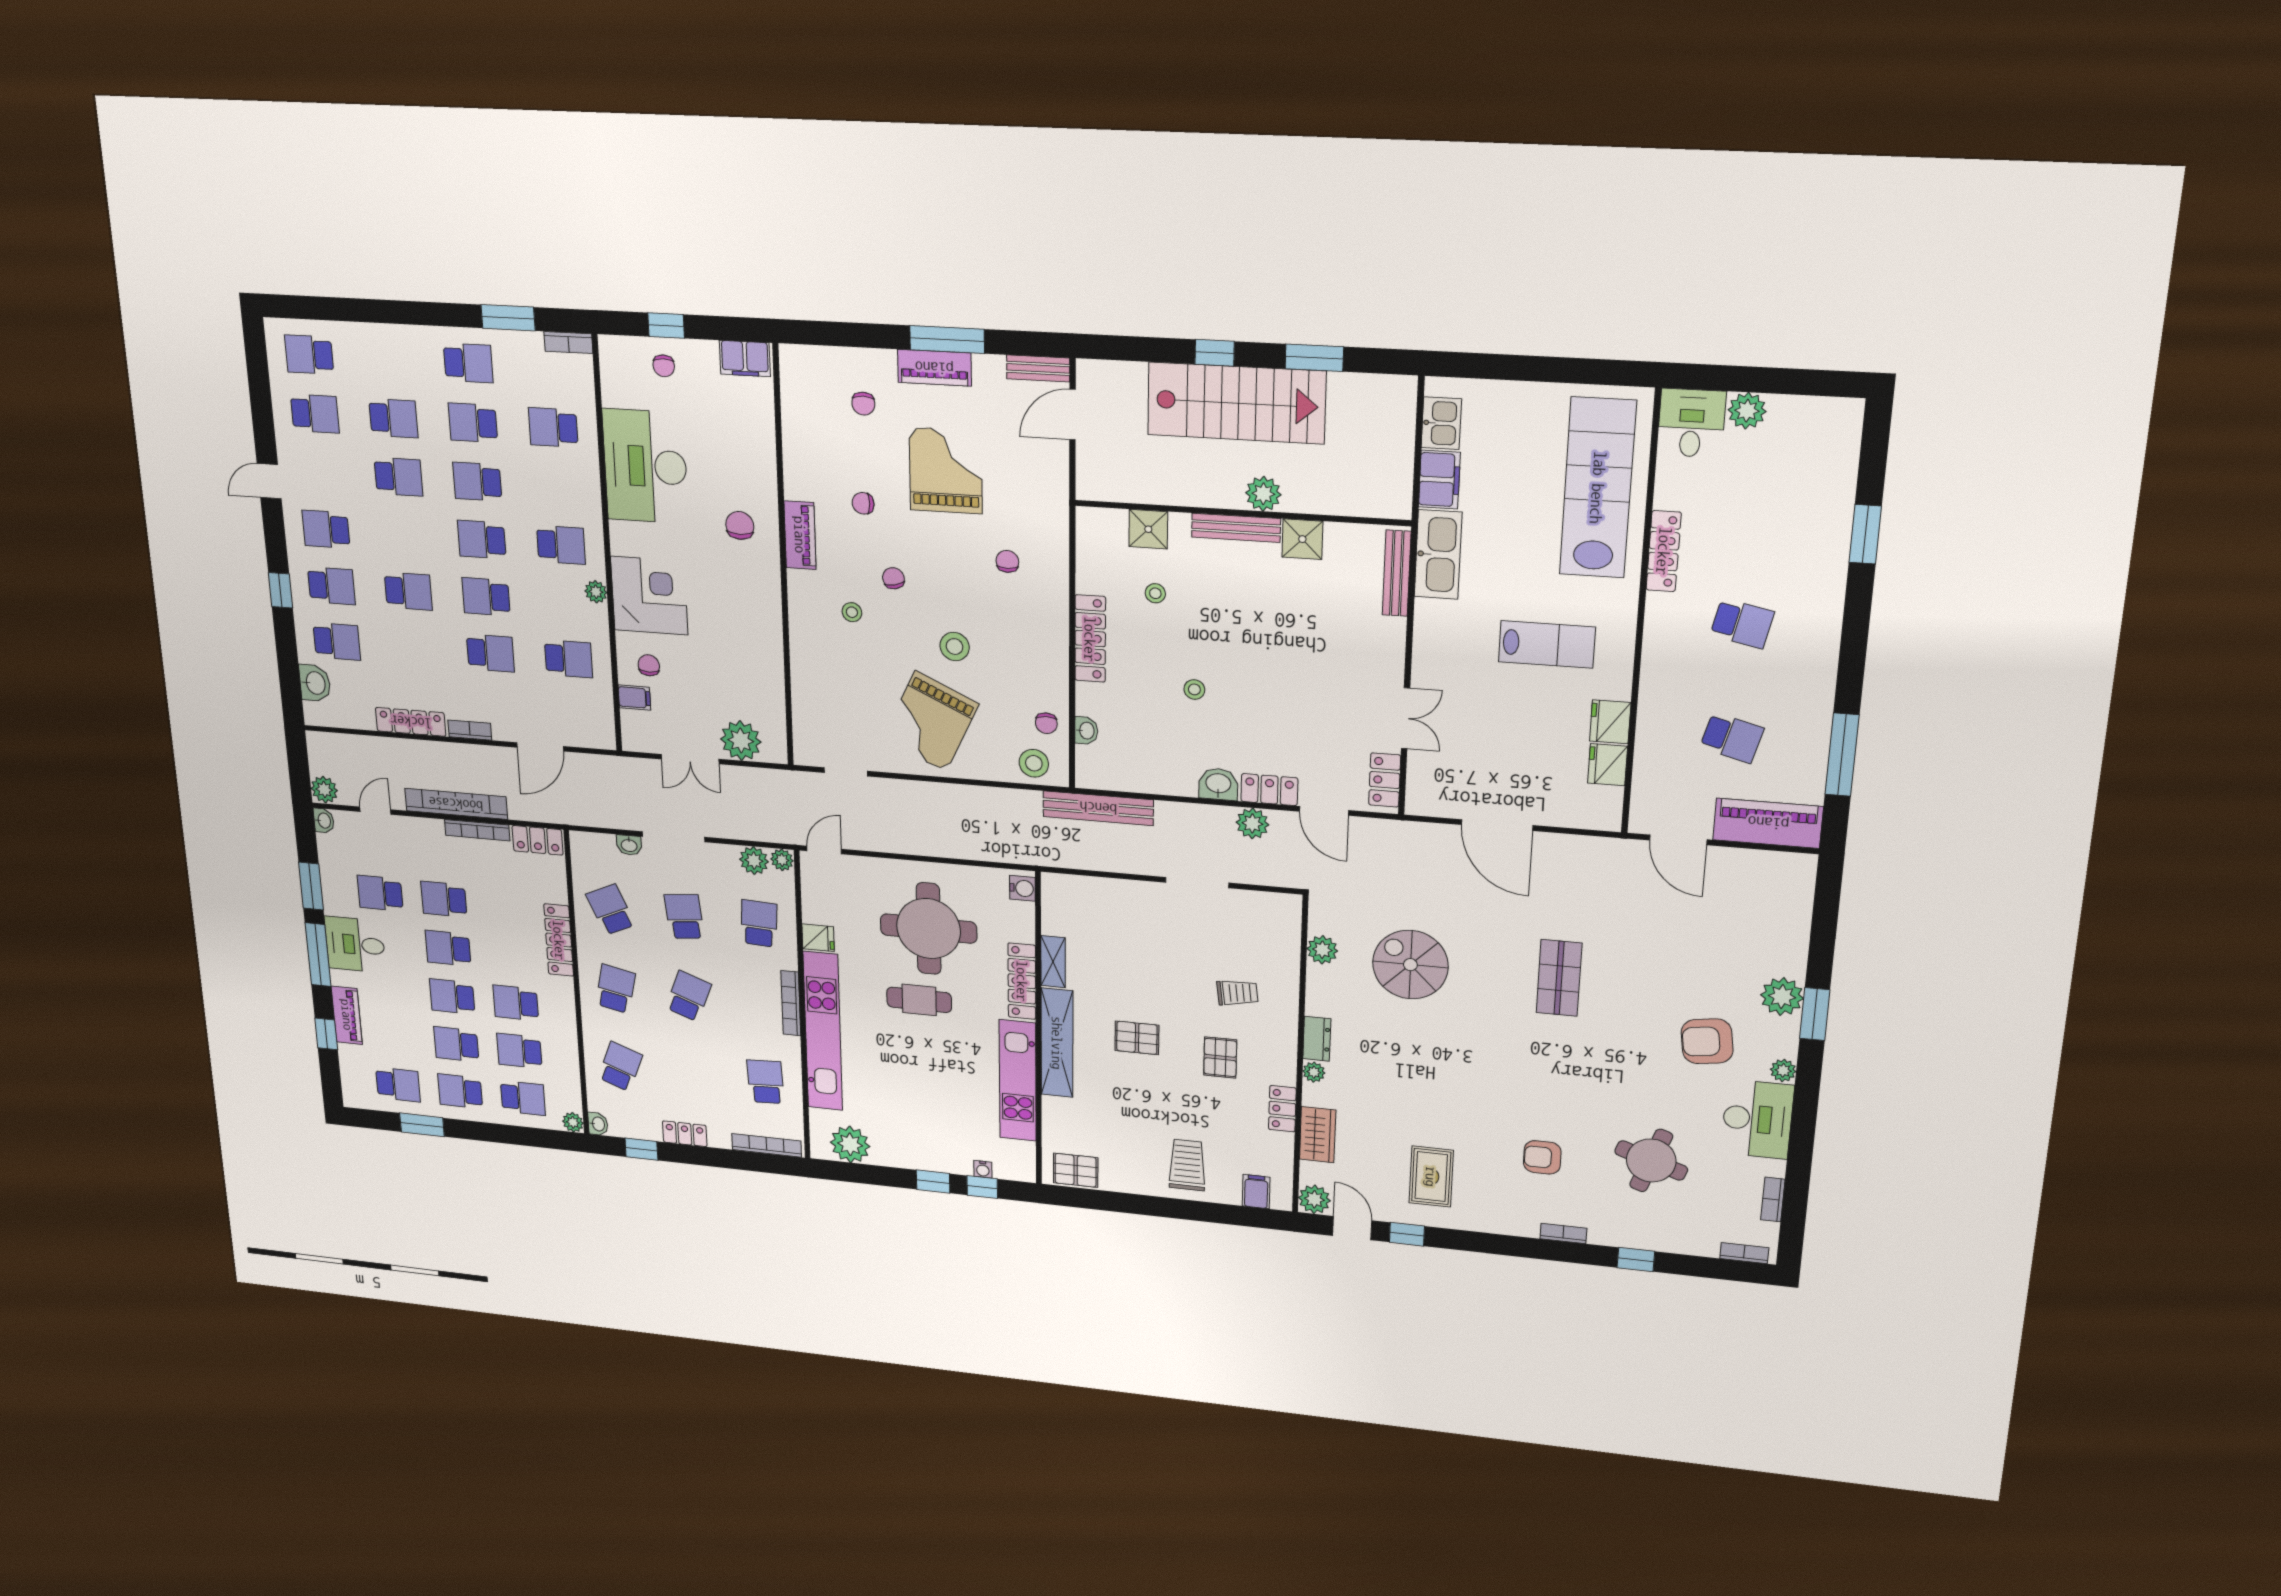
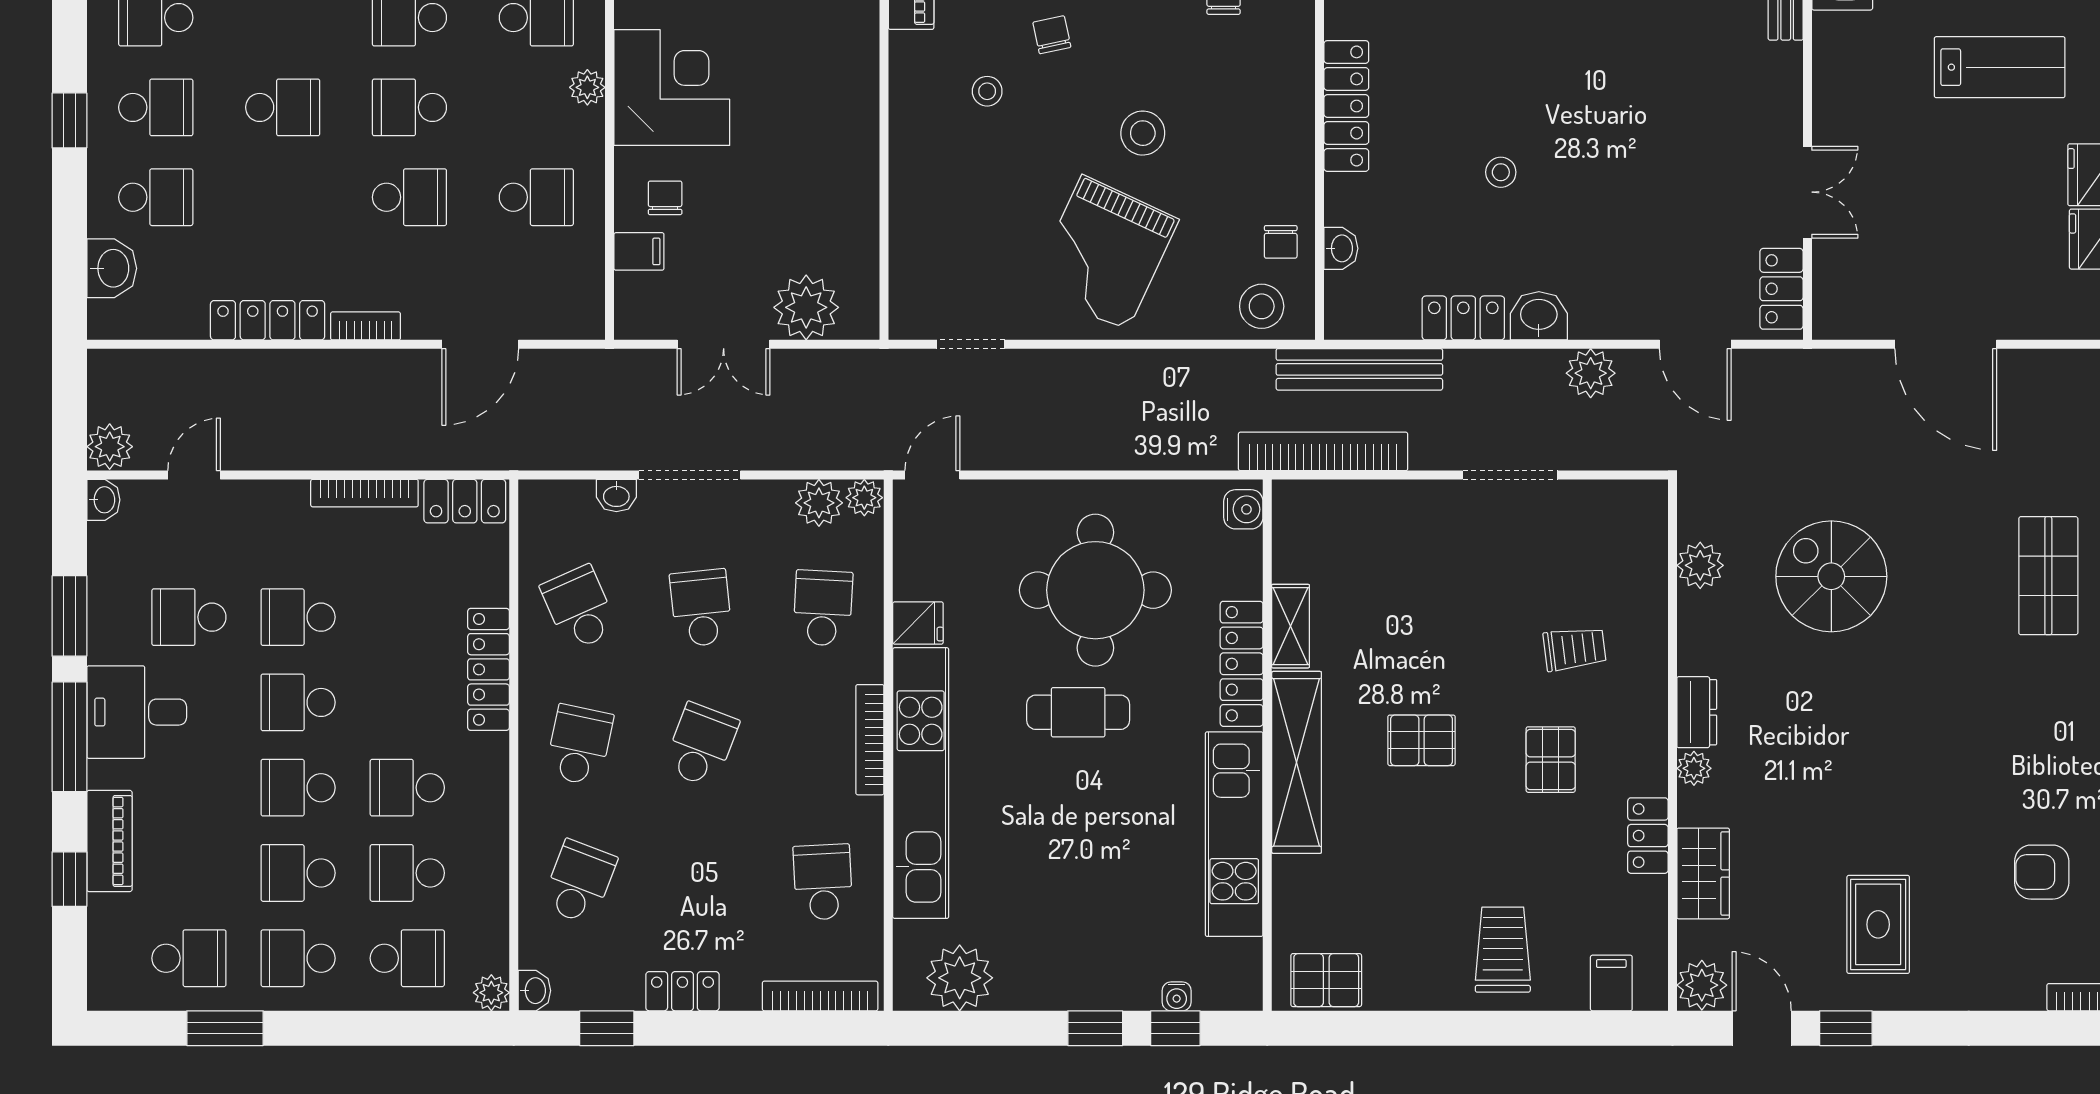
stool: (1155, 593) -> (1442, 31), removed
locker: (1269, 790) -> (1463, 318), moved
bookcase: (456, 804) -> (1323, 451), moved

